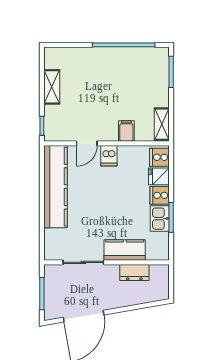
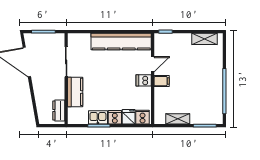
shelving: (52, 87) -> (205, 39), moved
shelving: (162, 124) -> (178, 119), moved
filing cabinet: (126, 131) -> (162, 81), moved
door: (87, 143) -> (153, 64), swing flipped
dresser: (134, 272) -> (59, 111), moved

